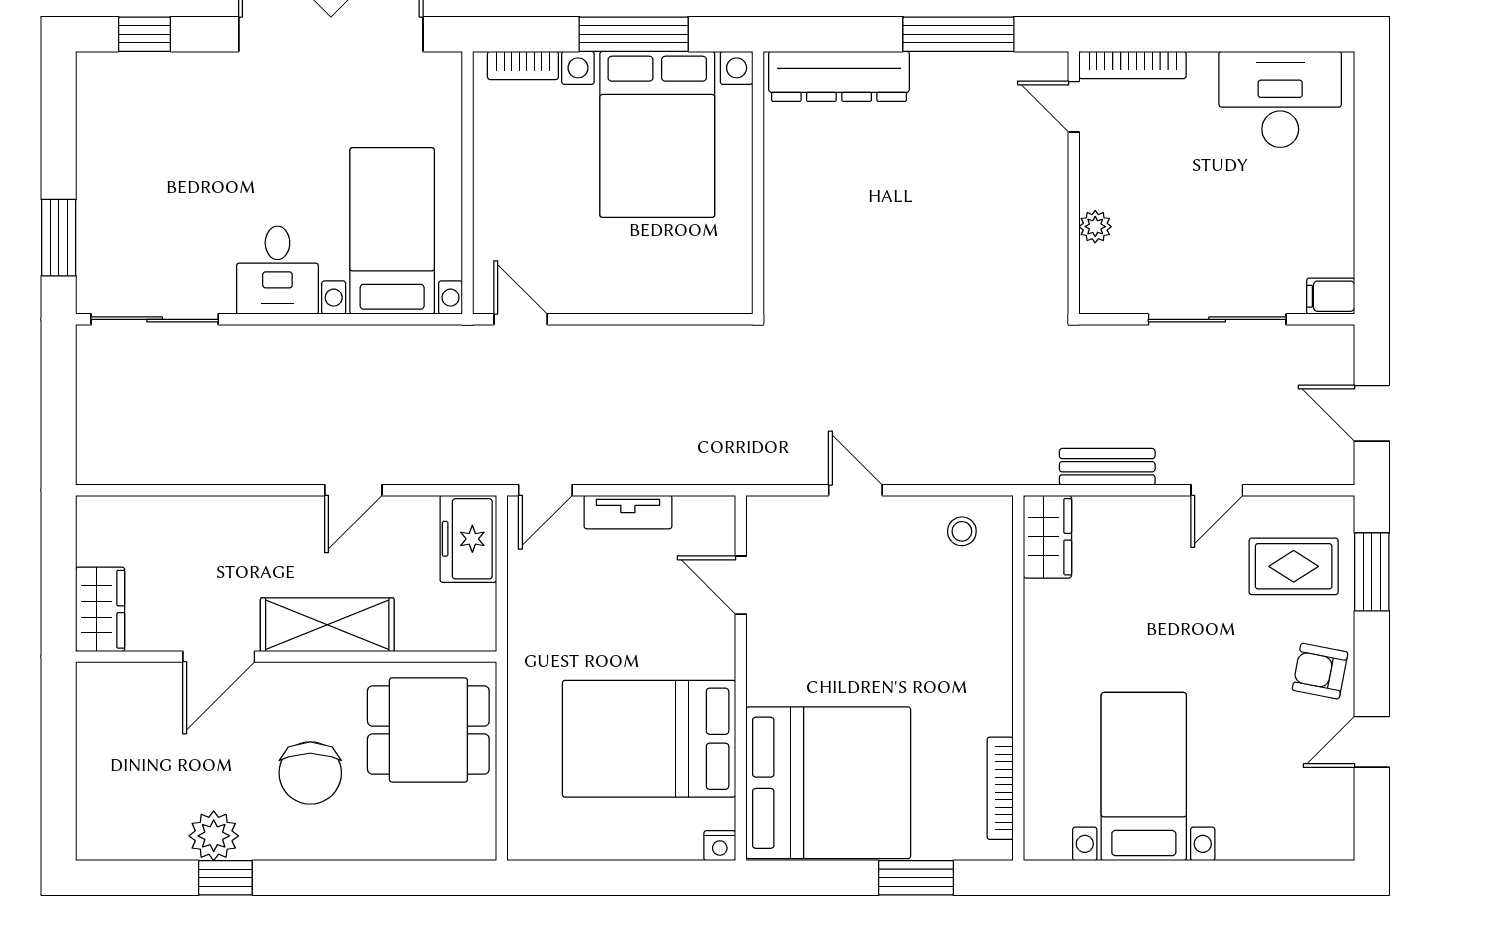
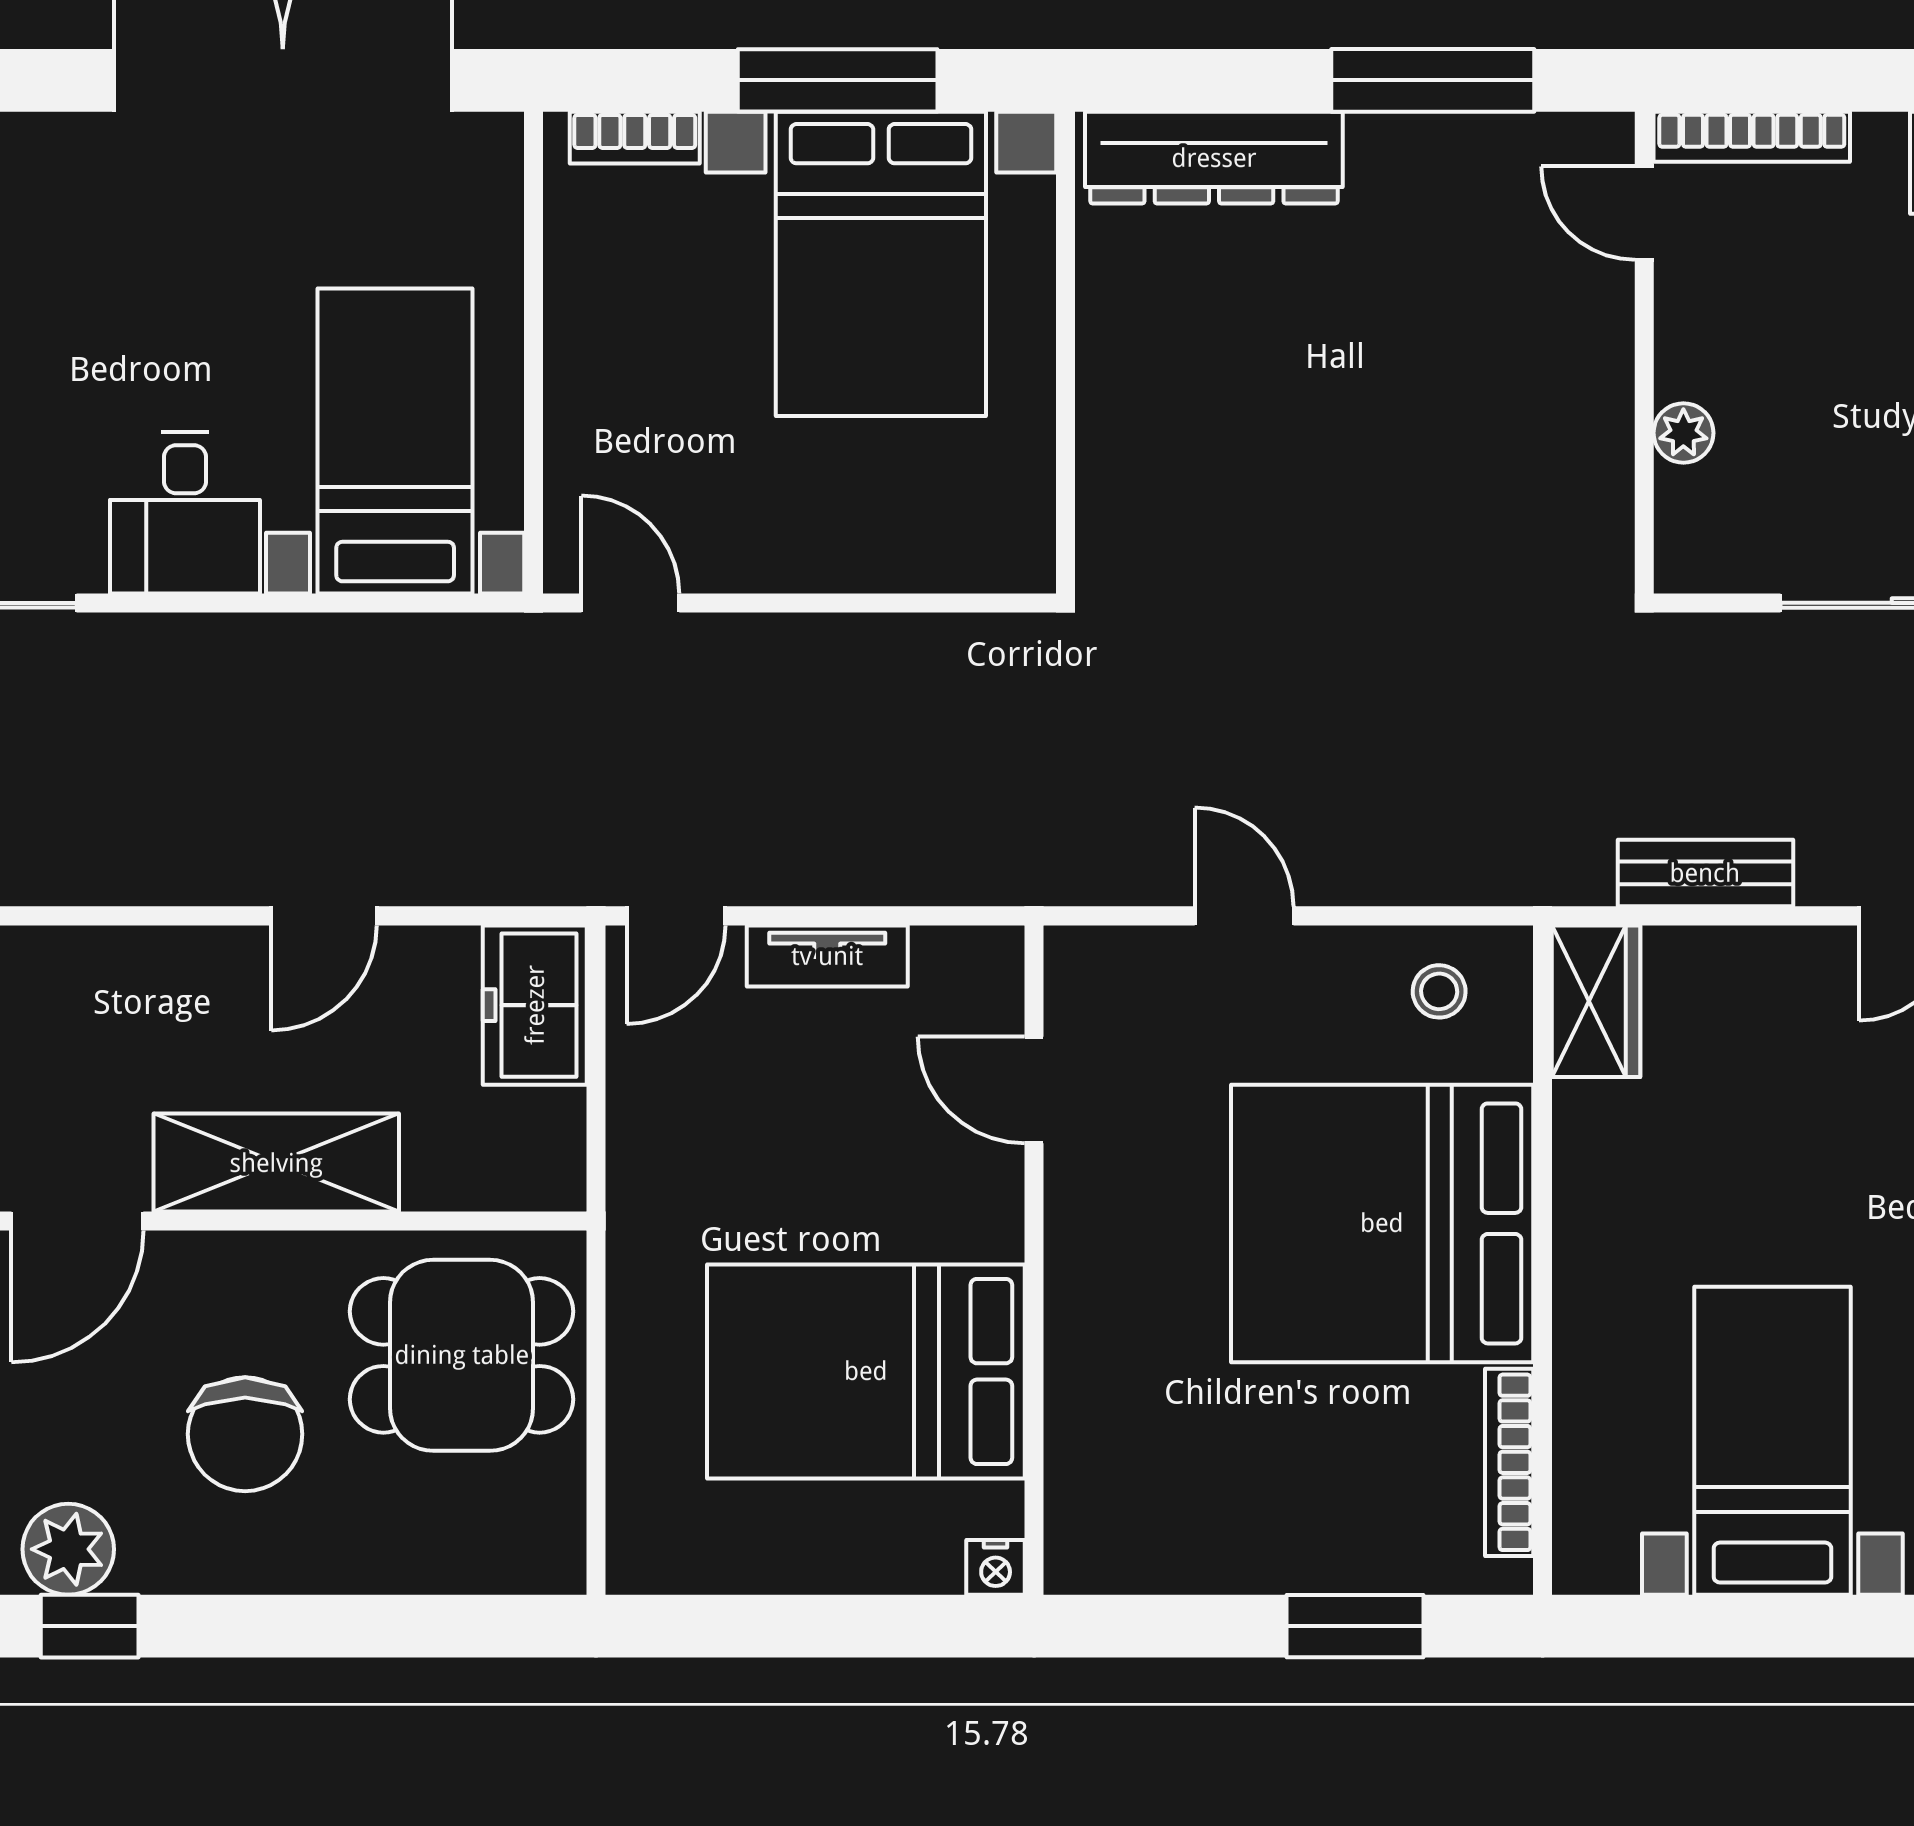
bed: (828, 783) -> (1382, 1223), moved, turned 180

